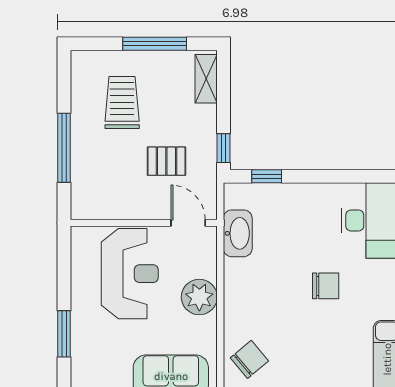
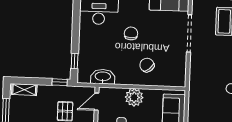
chair: (249, 359) -> (147, 65), moved

